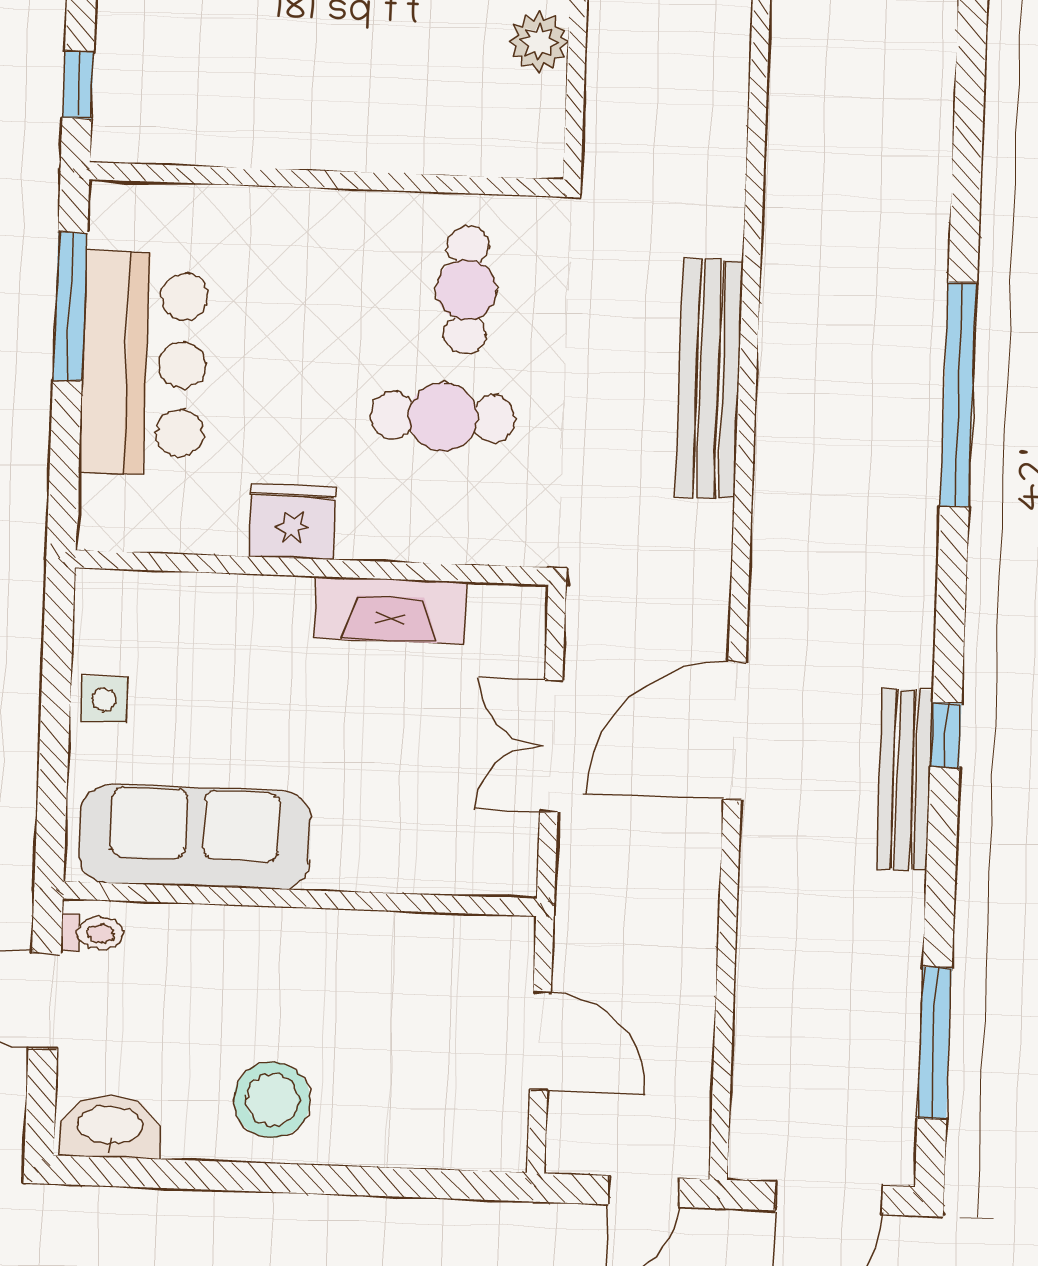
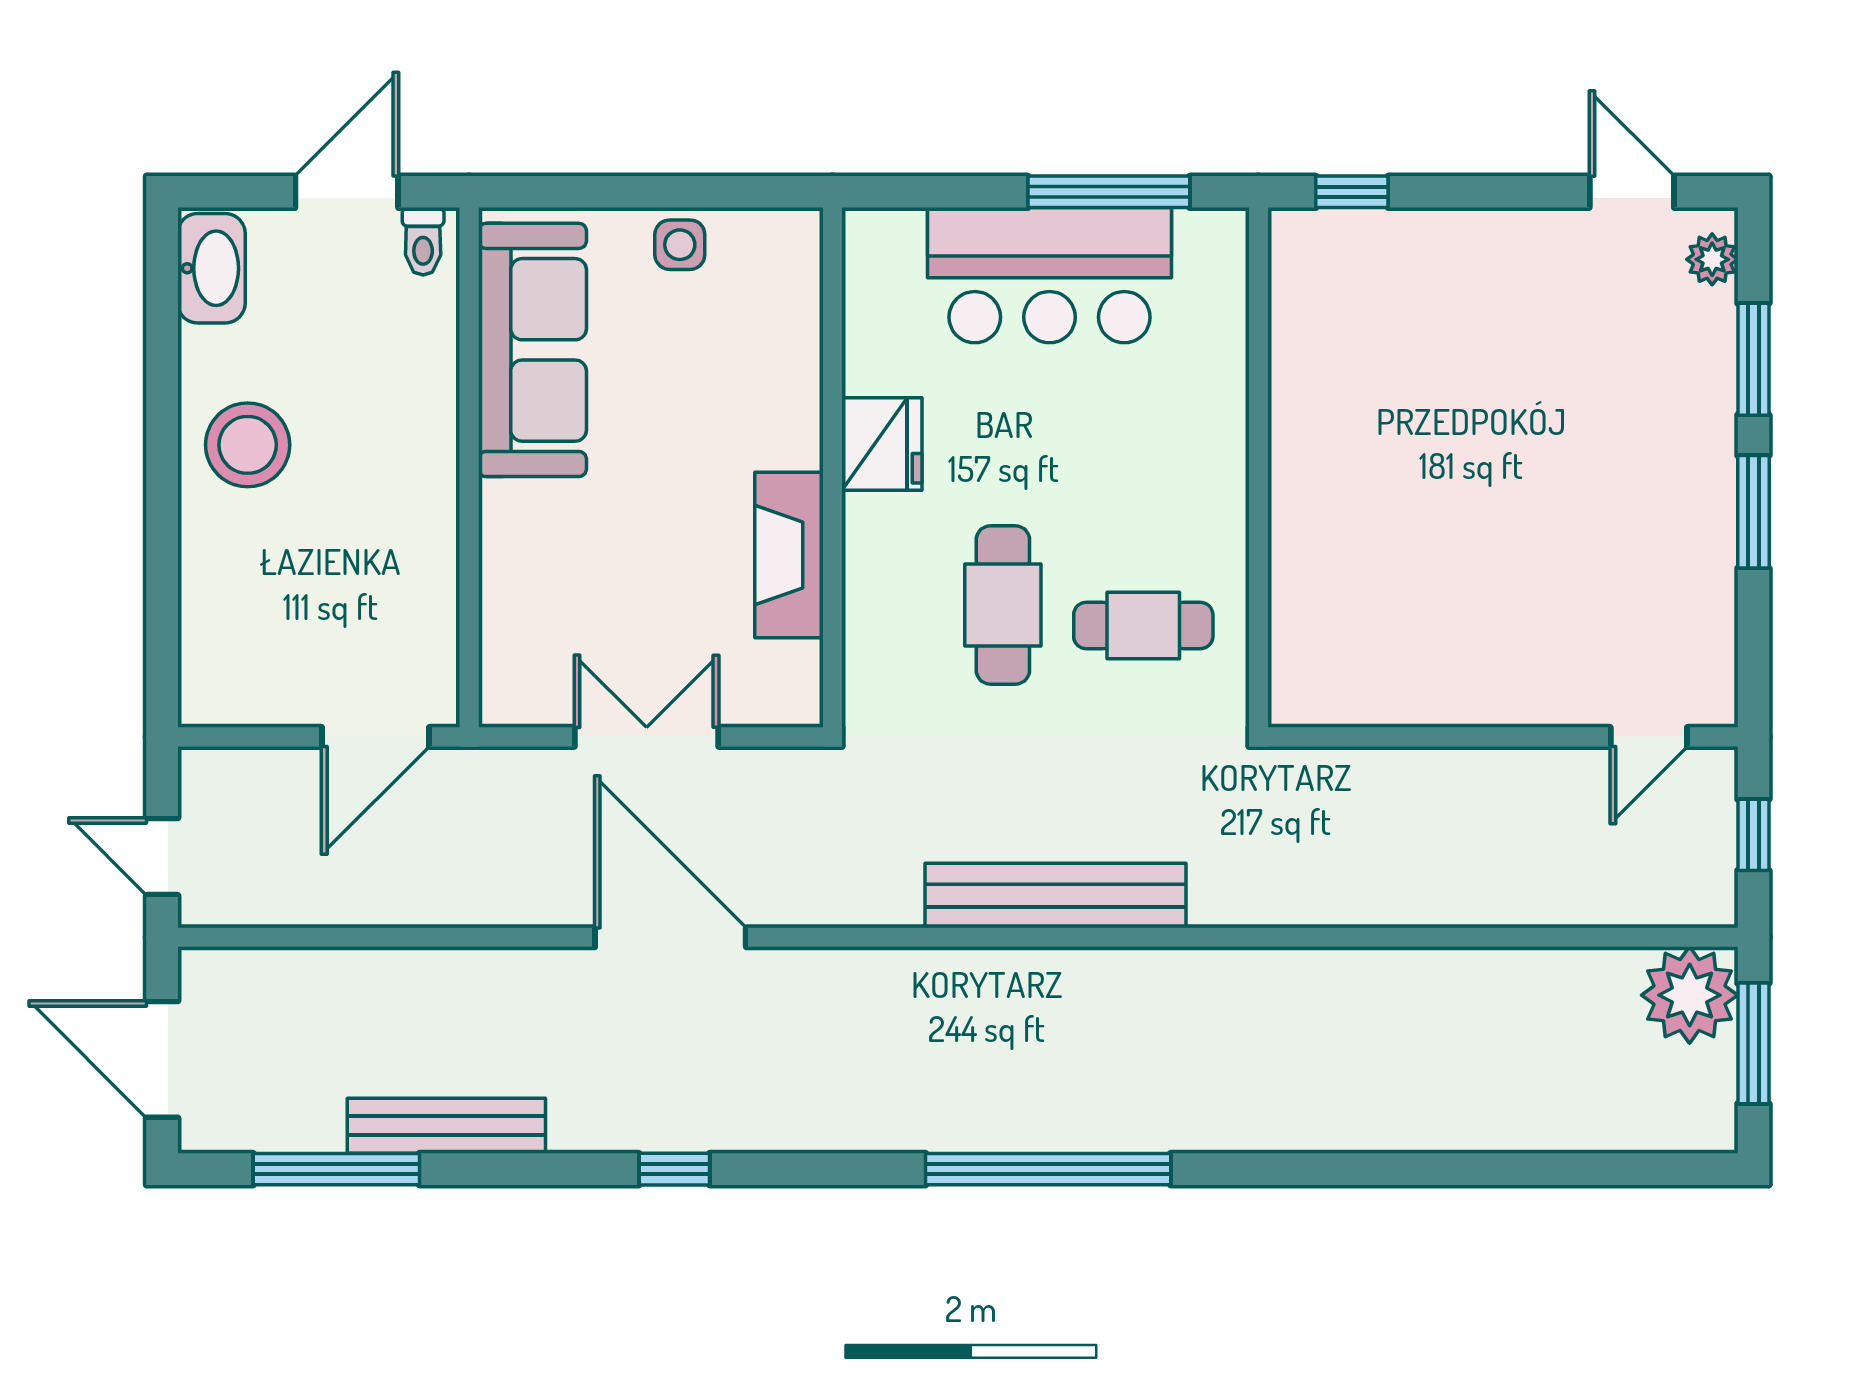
plant: (539, 42) -> (1418, 695), removed
bench: (905, 780) -> (446, 1126), moved
door: (540, 1041) -> (376, 737), moved

